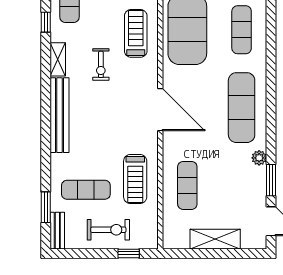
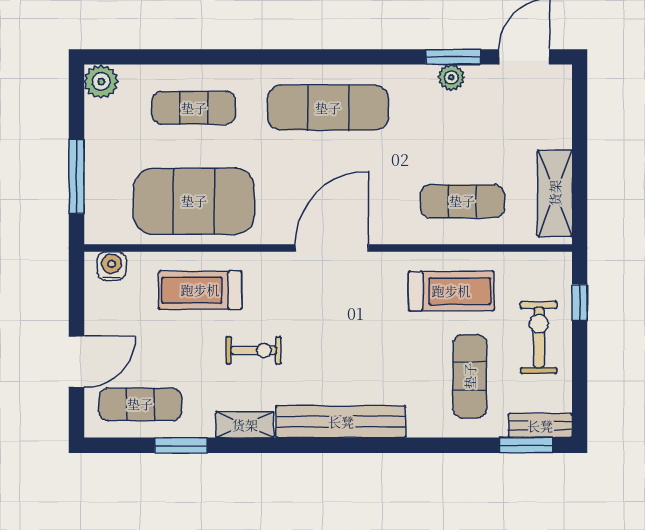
window: (46, 22) -> (181, 445), width x1.50
plant: (259, 158) -> (451, 77), moved
window: (46, 207) -> (526, 445), moved
shelving: (215, 239) -> (555, 193), moved

